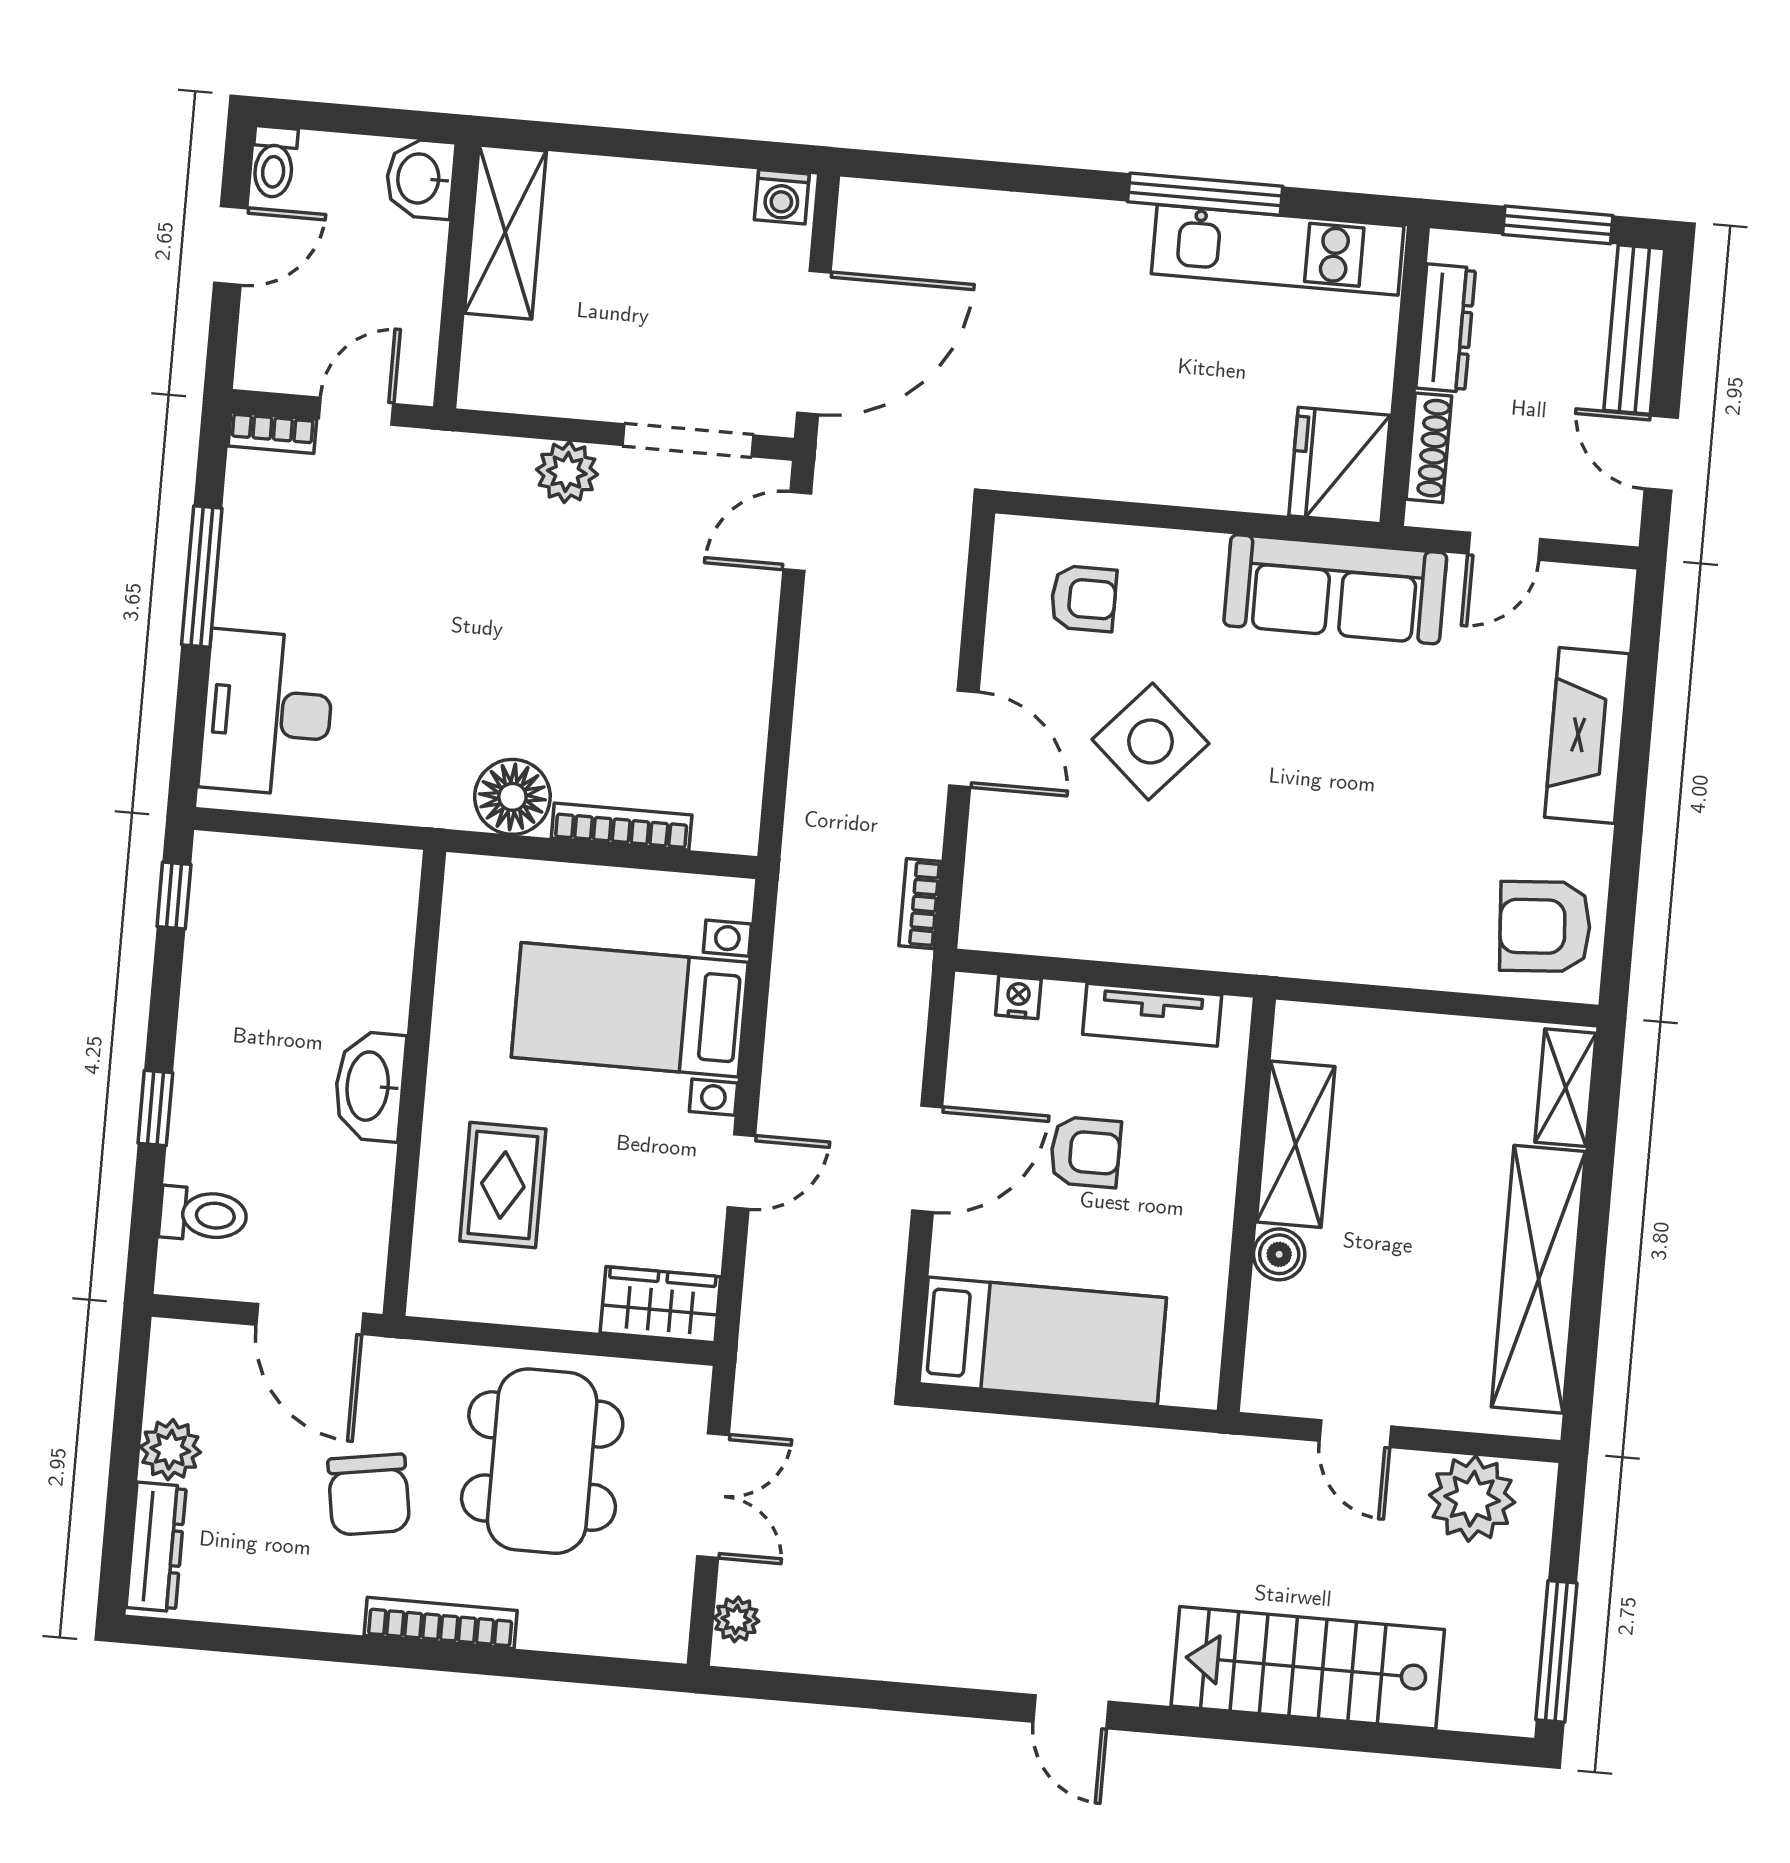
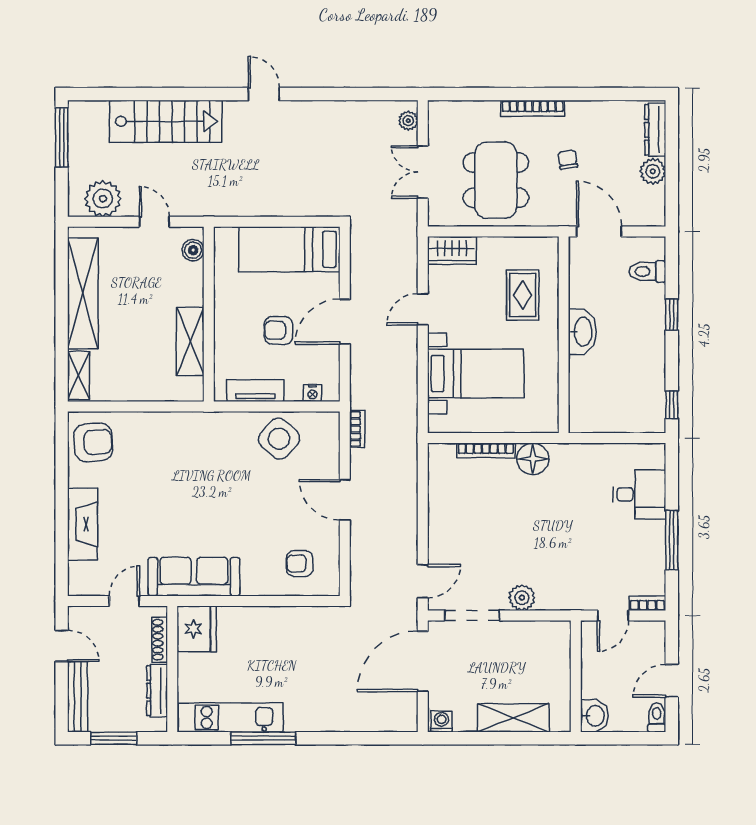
shelving: (505, 232) -> (513, 718), moved, turned 90
desk: (267, 713) -> (639, 494), width x0.73
side table: (1151, 741) -> (279, 439), moved
boiler: (1279, 1254) -> (193, 250), moved
chair: (369, 1495) -> (568, 160), width x0.54, depth x0.54

